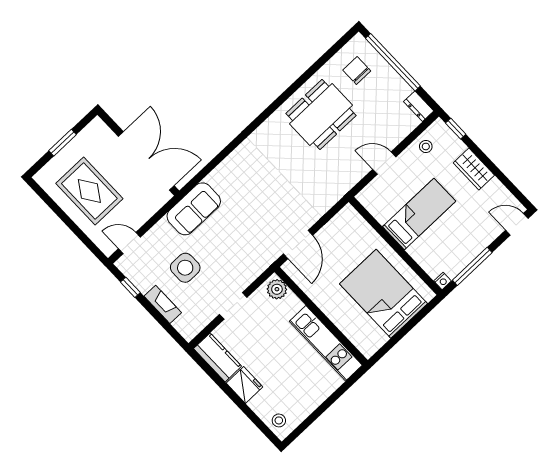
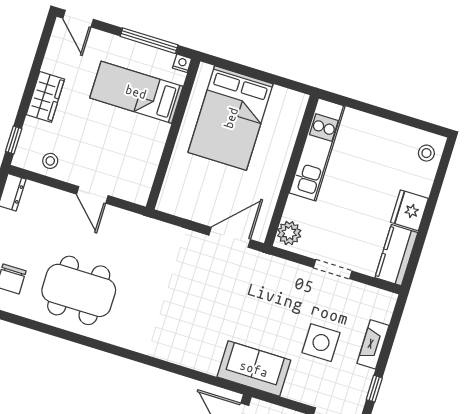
bed: (419, 214) -> (136, 92), moved

